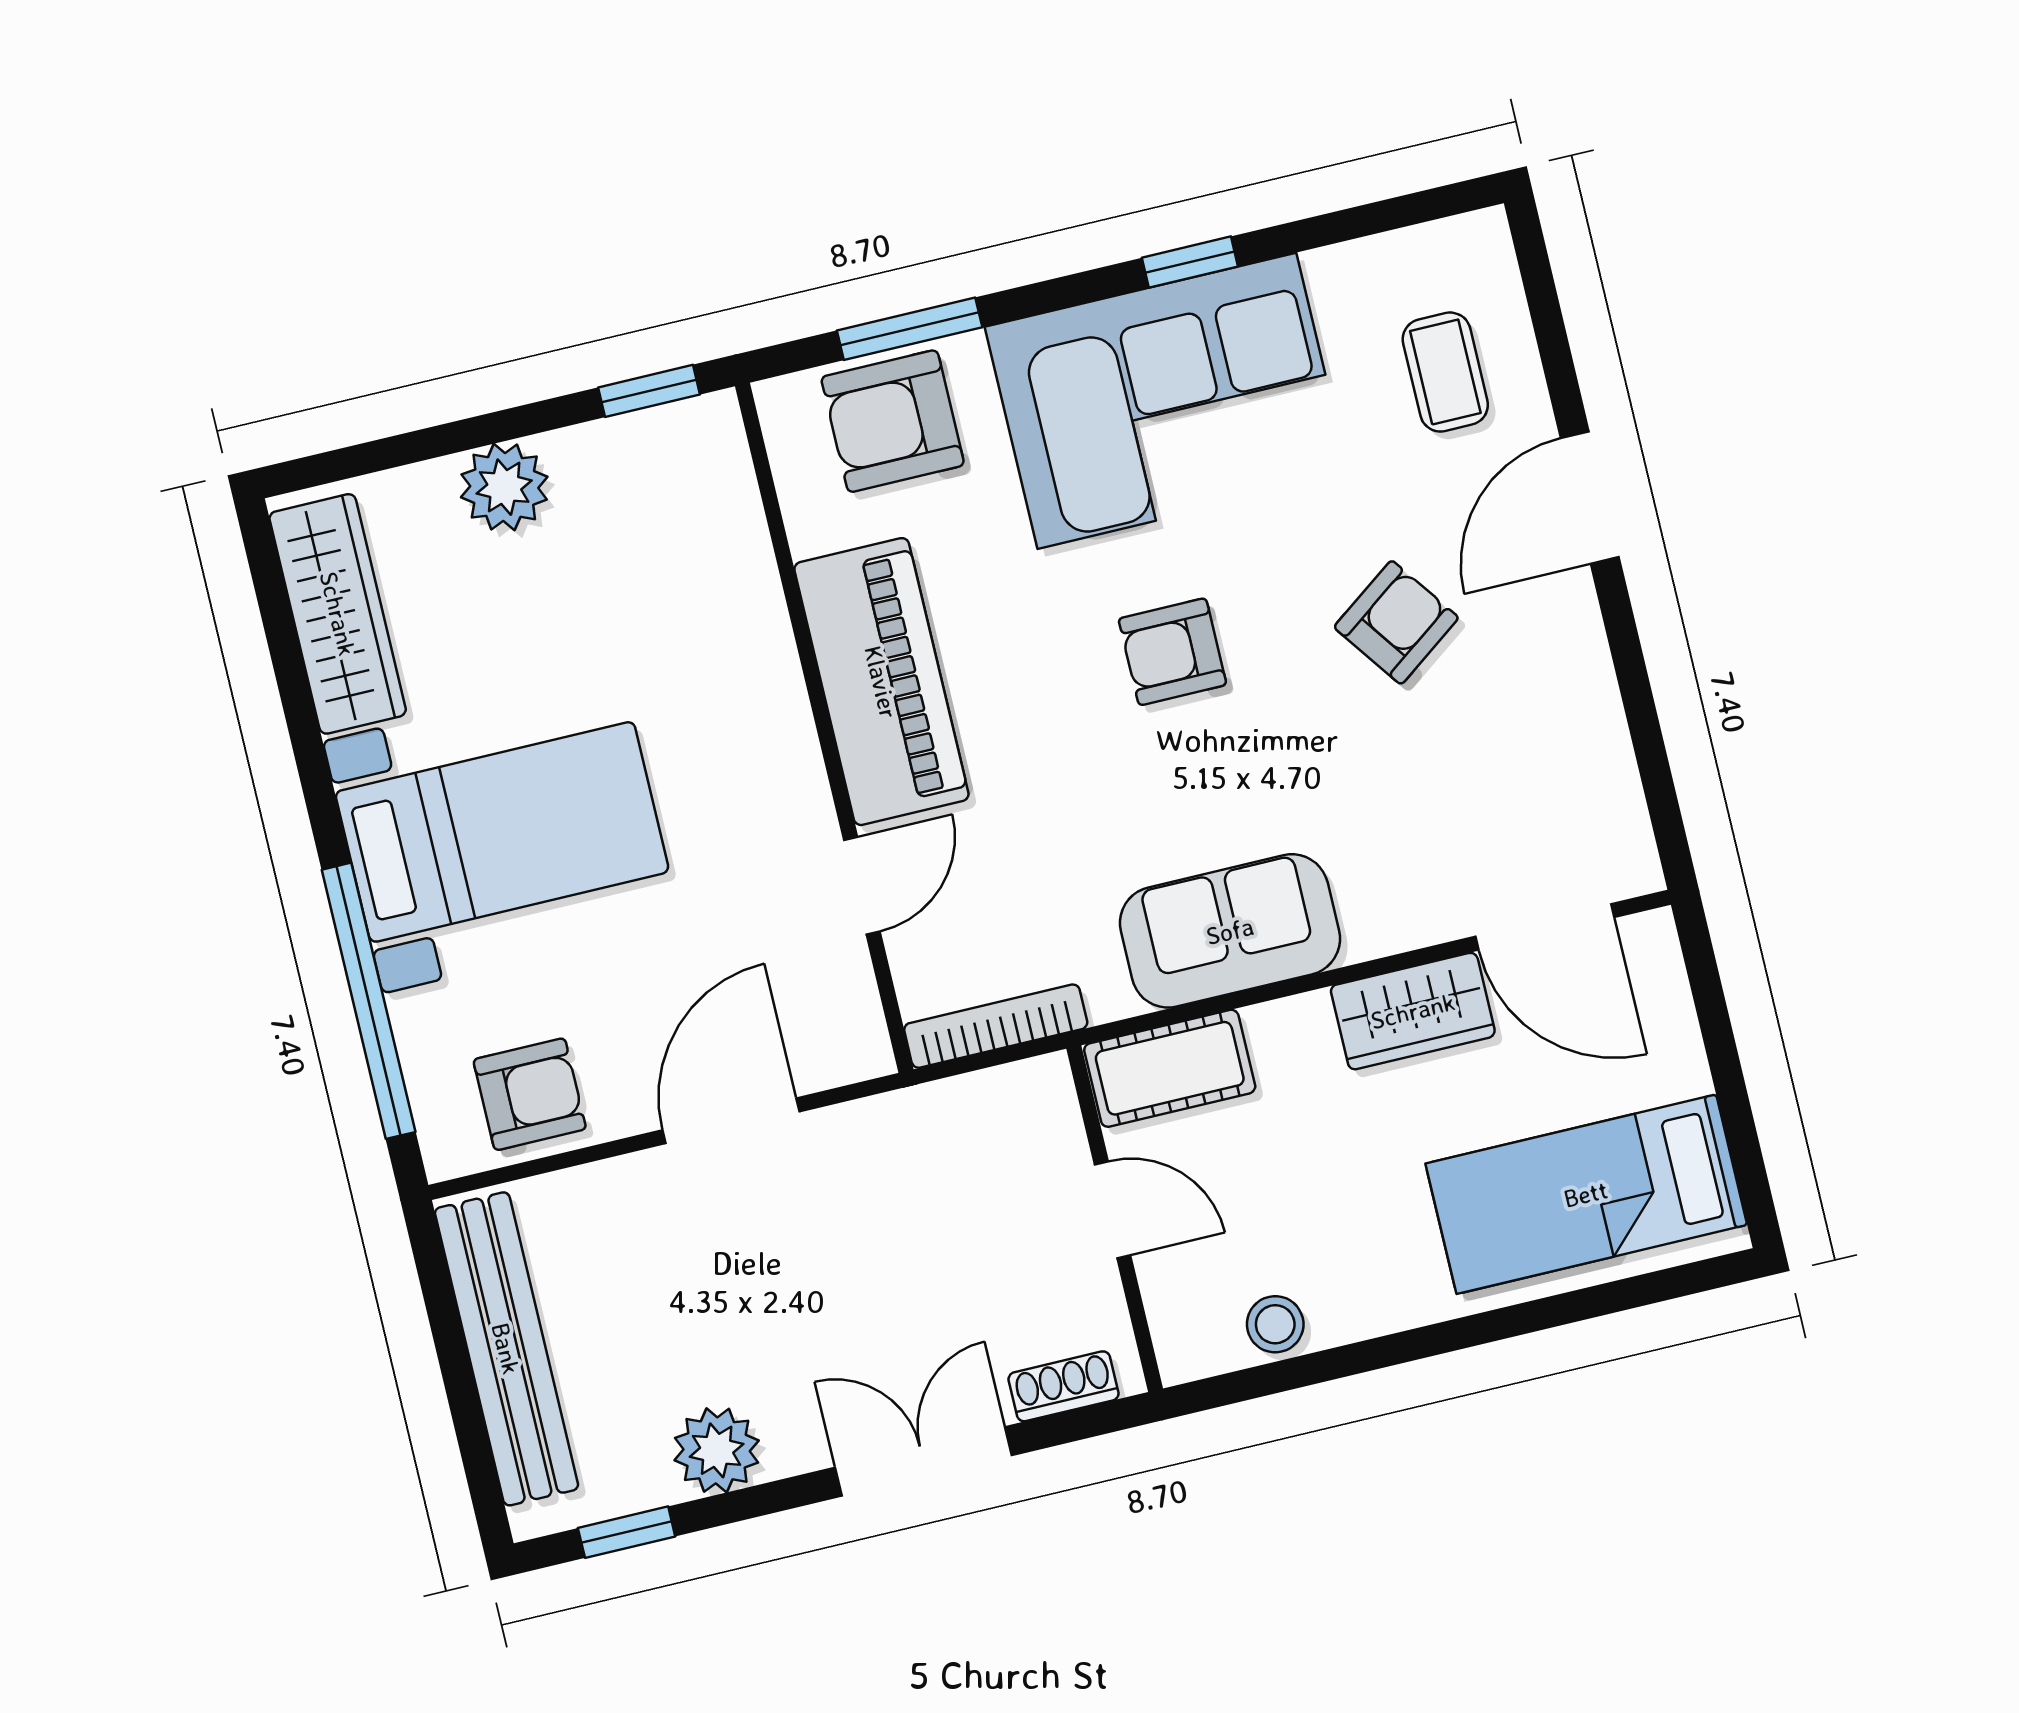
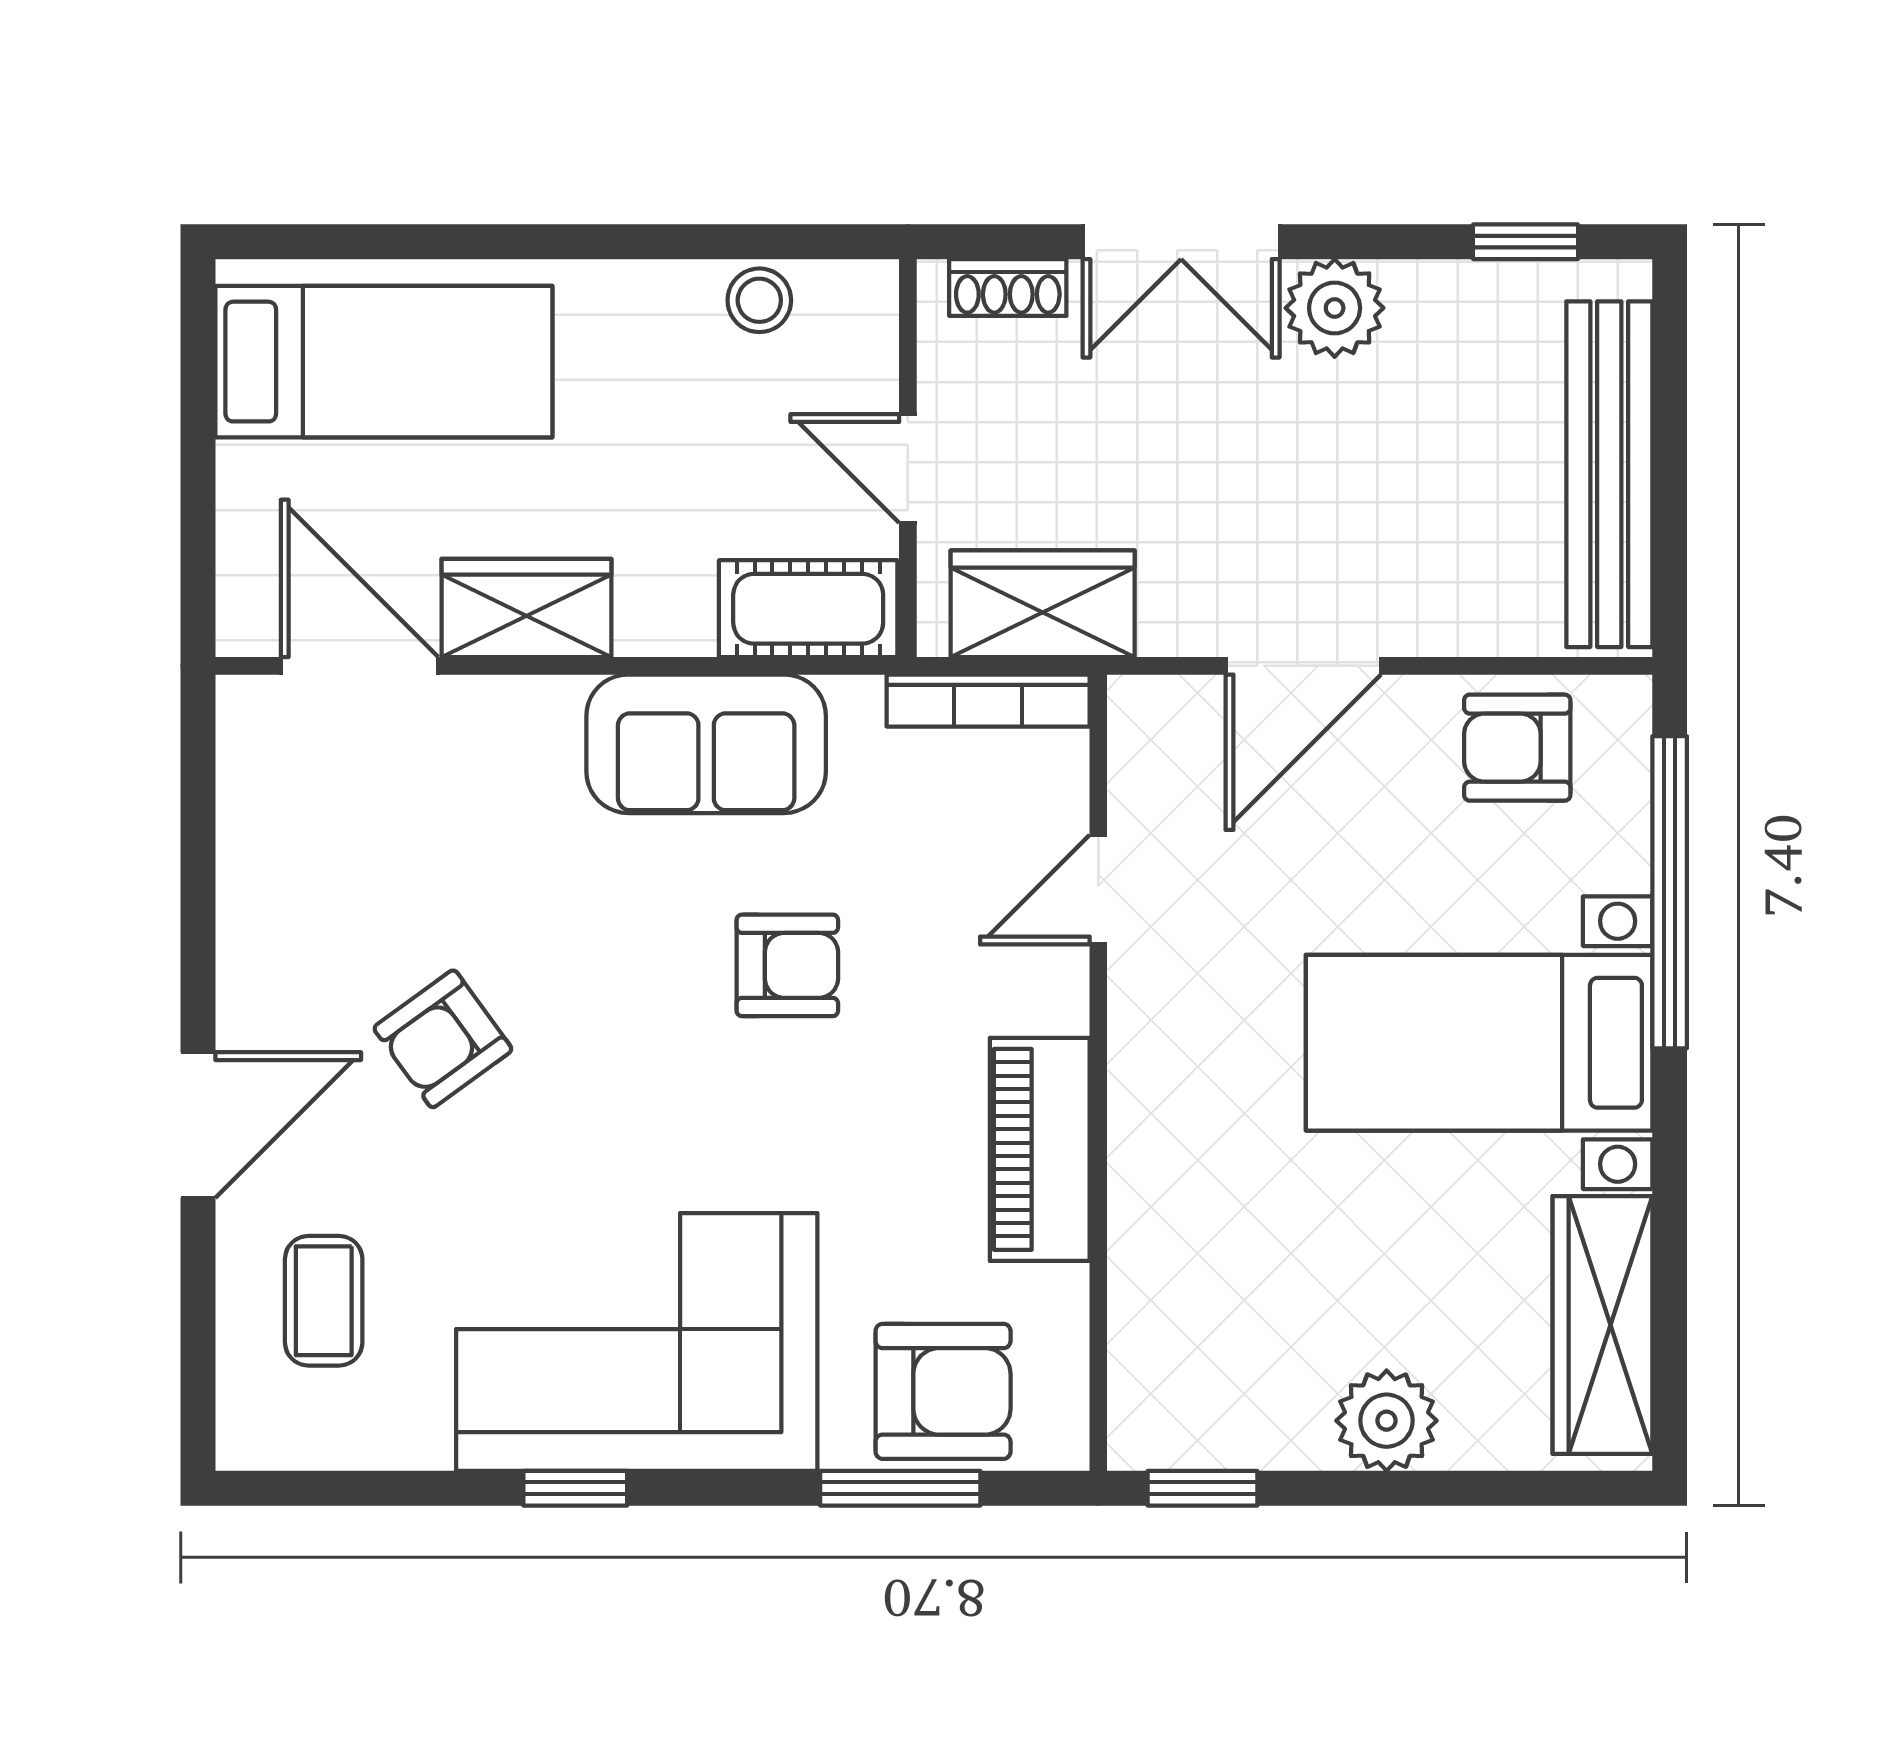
armchair: (1172, 652) -> (787, 965), moved
piano: (881, 682) -> (1040, 1149), width x0.73, depth x0.75
wardrobe: (969, 1121) -> (1043, 604), added
plant: (717, 1450) -> (1335, 308), moved

